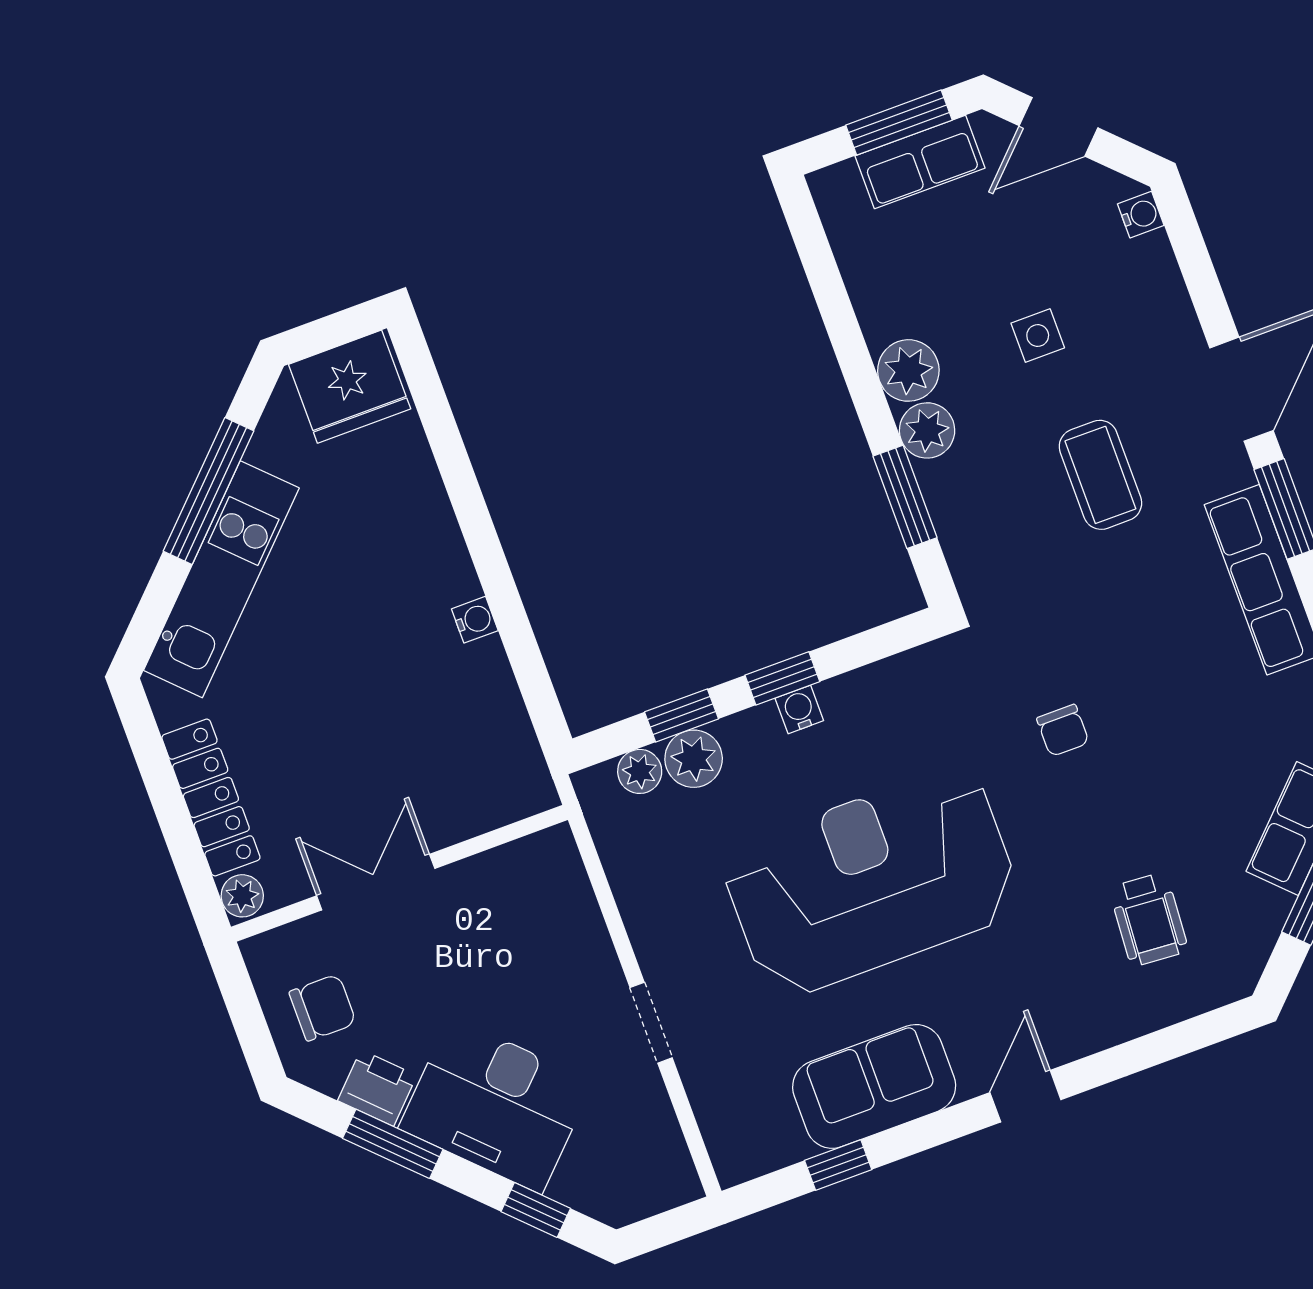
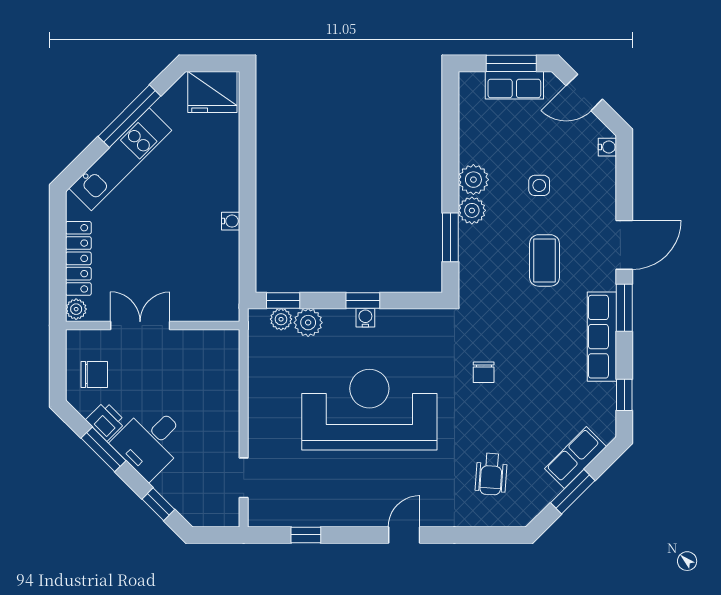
window: (682, 715) -> (283, 300), moved
doorway: (651, 1023) -> (244, 478), moved
sofa: (874, 1086) -> (336, 505), removed
desk: (496, 1105) -> (150, 441), width x0.73

